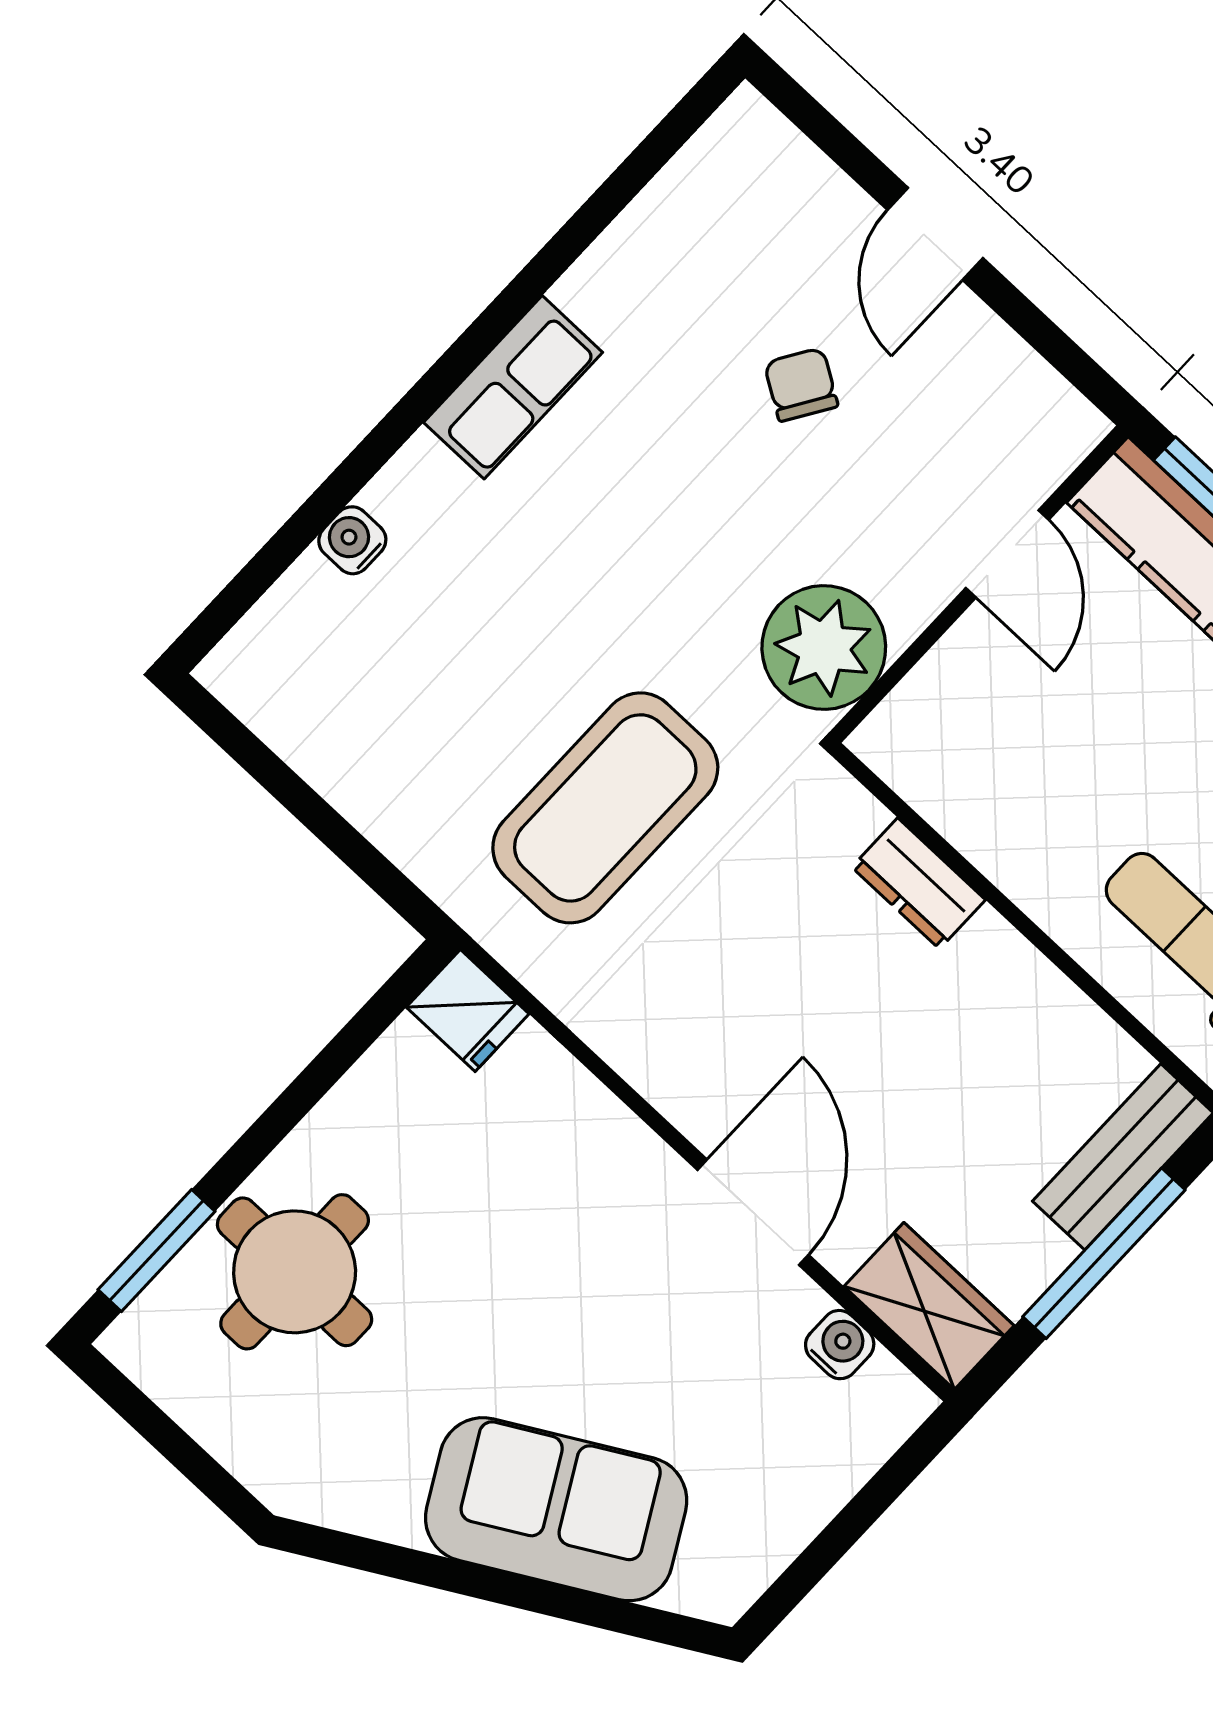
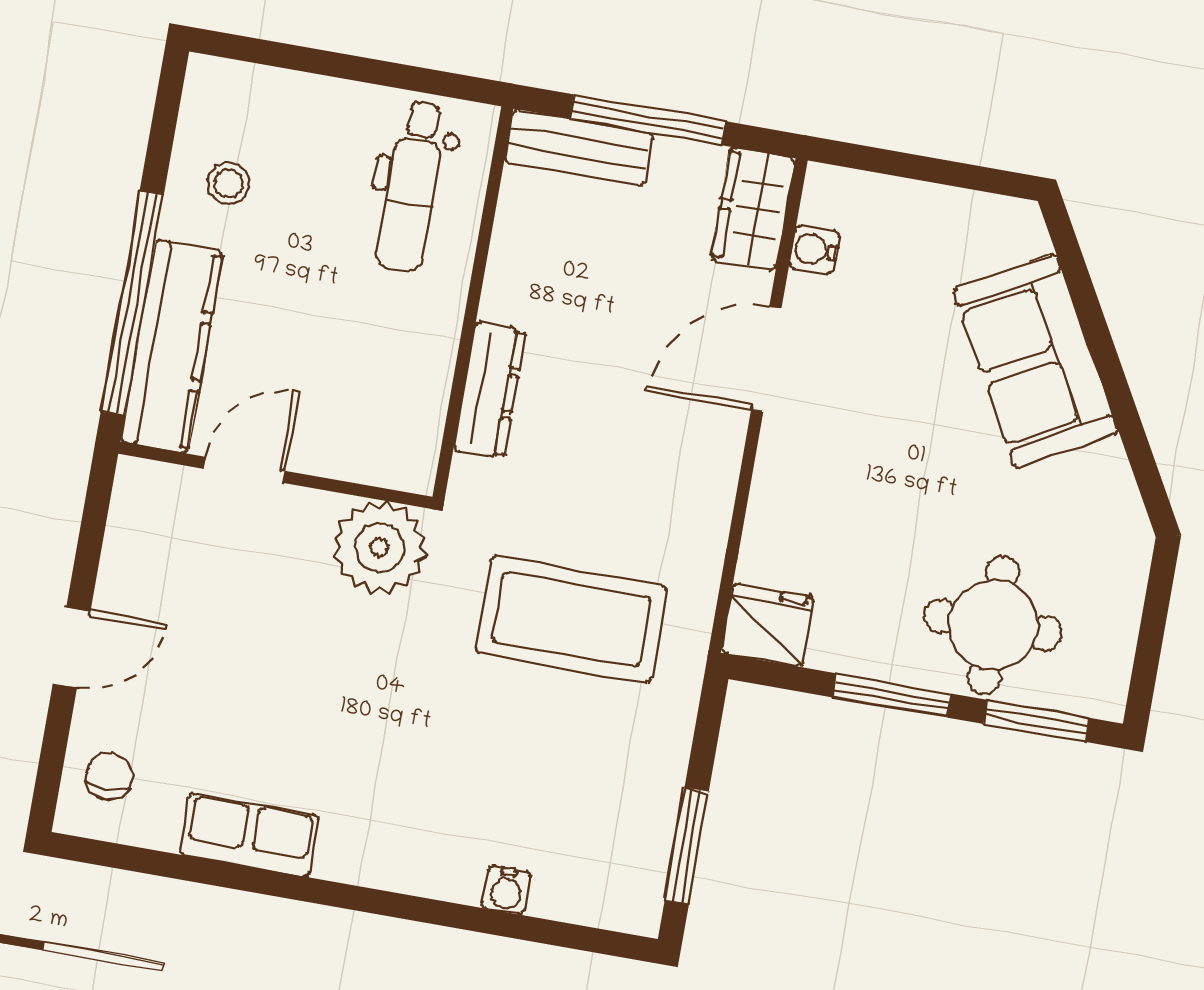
chair: (801, 385) -> (109, 776), moved, turned 148
row of seats: (513, 387) -> (249, 835), moved
window: (271, 772) -> (687, 846), added
dresser: (919, 883) -> (490, 390), width x1.44
fridge: (468, 1011) -> (768, 625), width x1.38
window: (290, 1108) -> (892, 695), added

